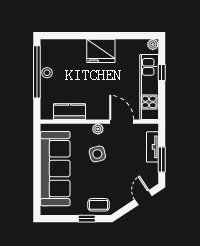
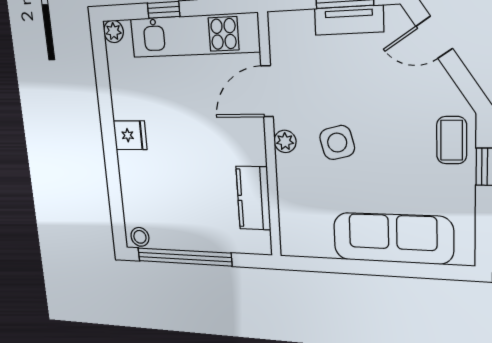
fridge: (101, 51) -> (130, 135), width x0.53, depth x0.75
stool: (47, 73) -> (140, 237), moved
tv unit: (152, 147) -> (349, 20), moved
sofa: (55, 169) -> (393, 238), width x0.74, depth x0.79

